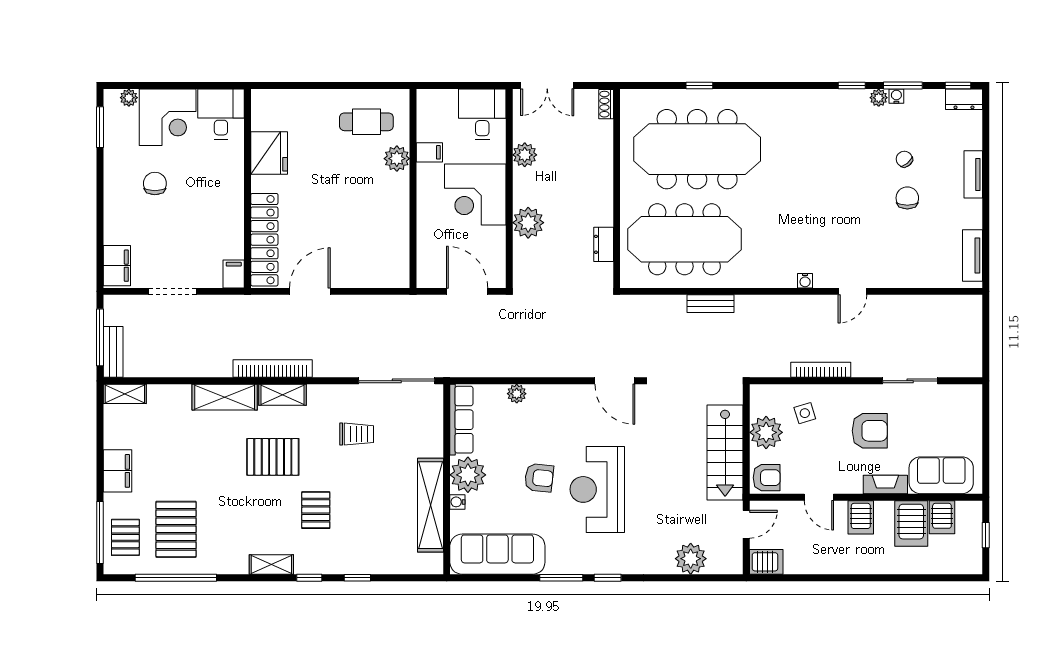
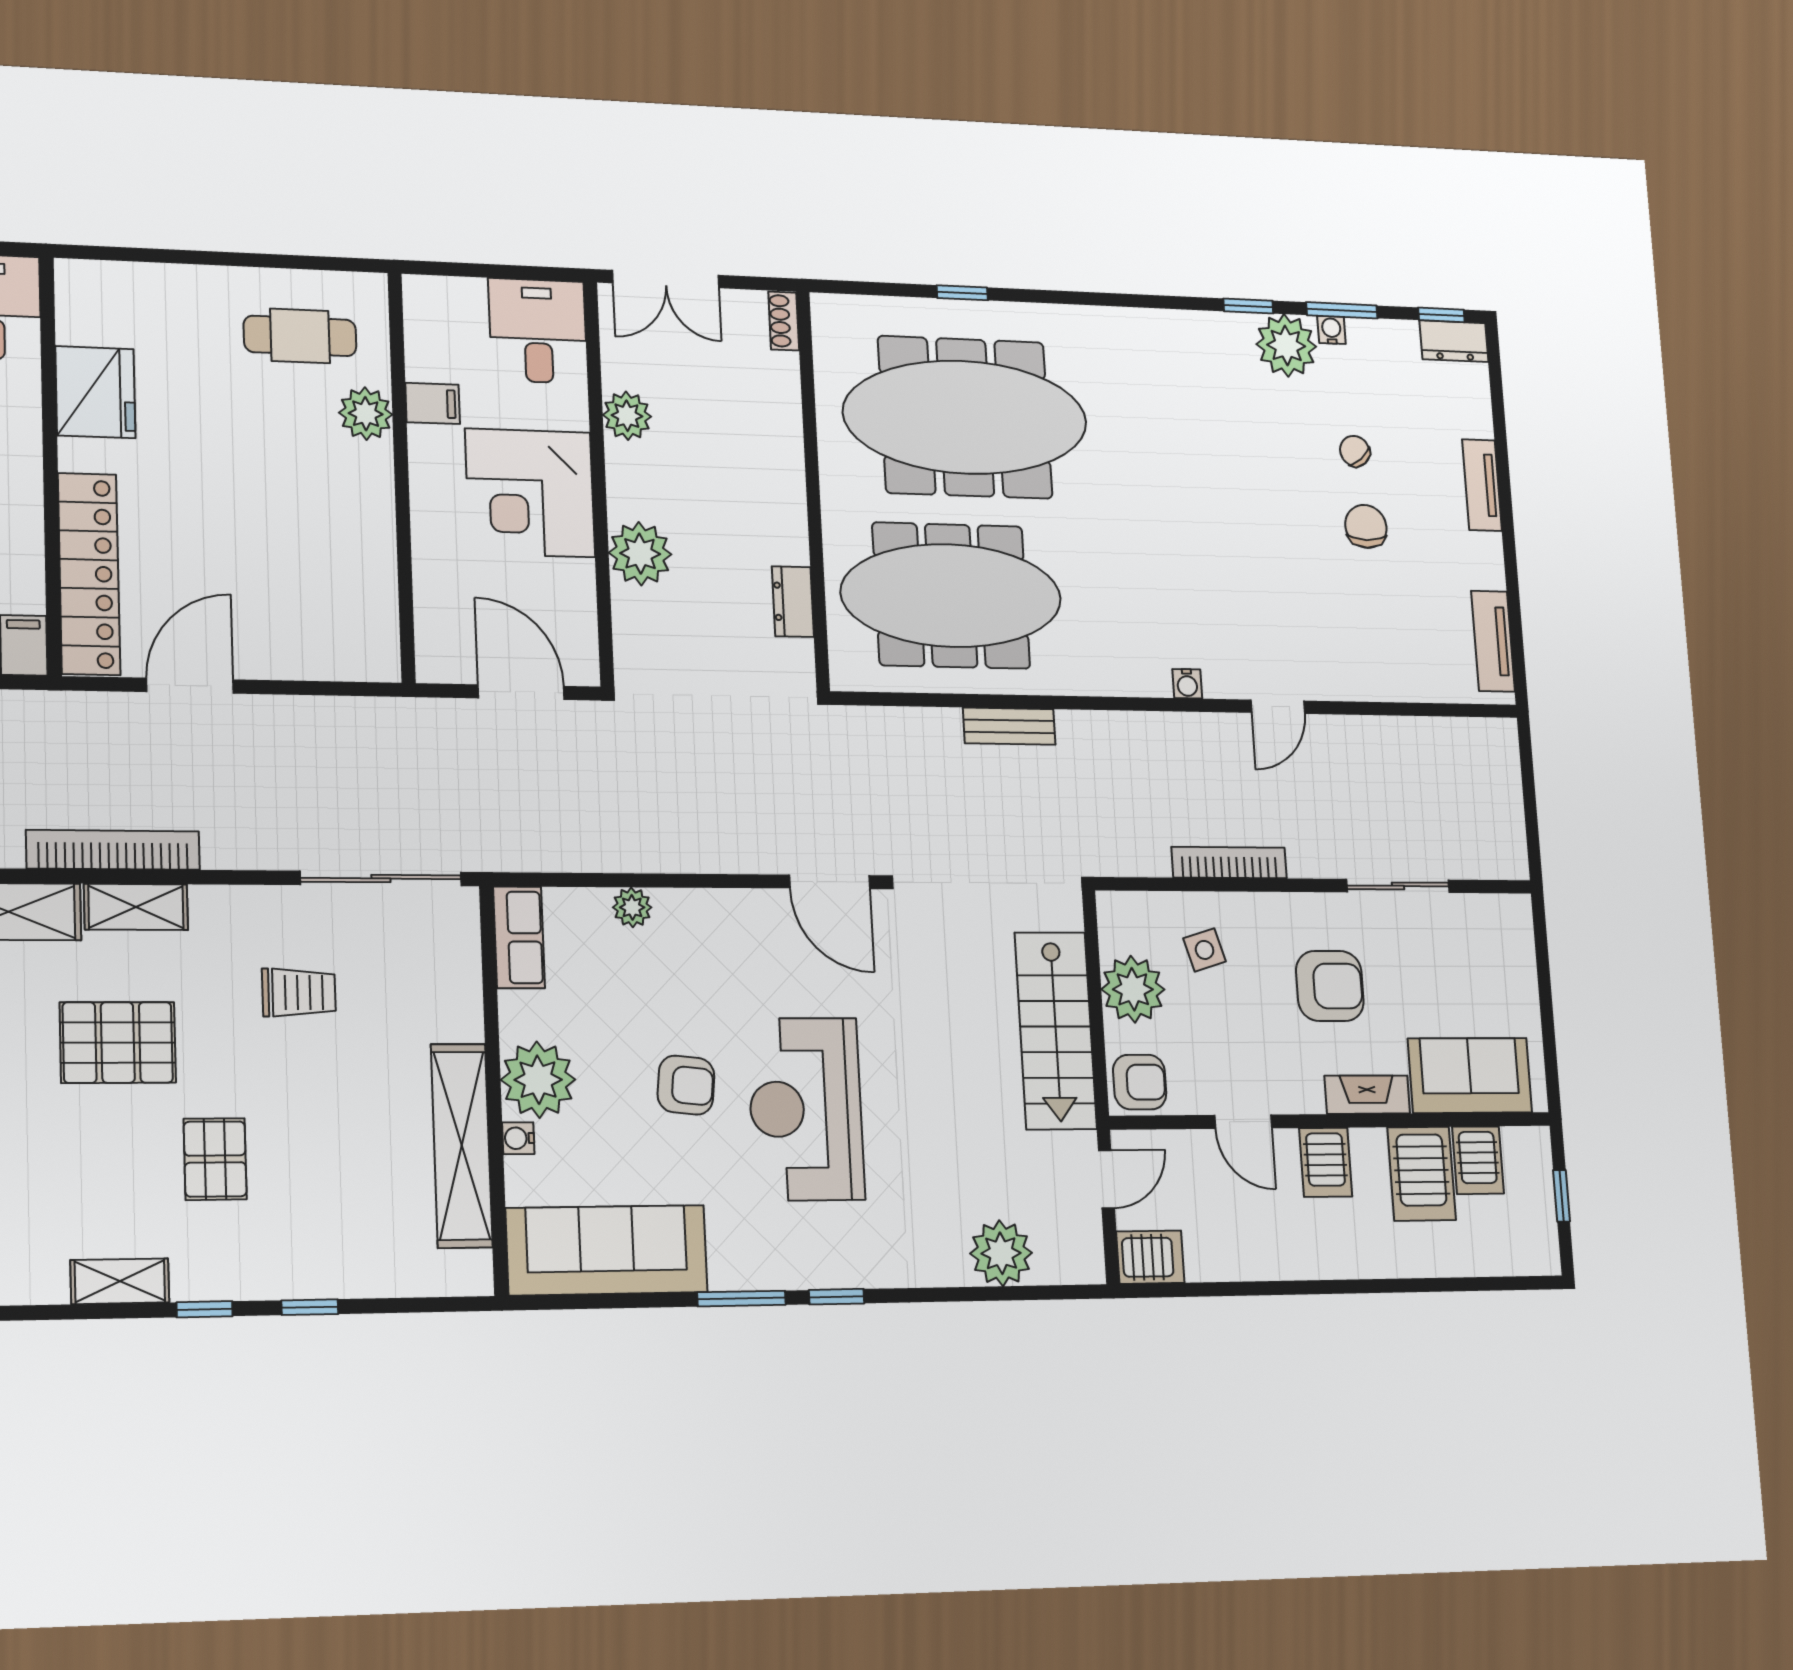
plant: (879, 98) -> (1286, 345), width x1.88, depth x1.88
row of seats: (461, 420) -> (519, 937), width x0.68

